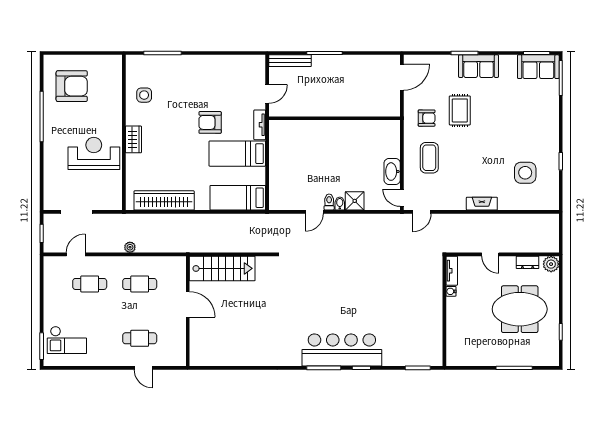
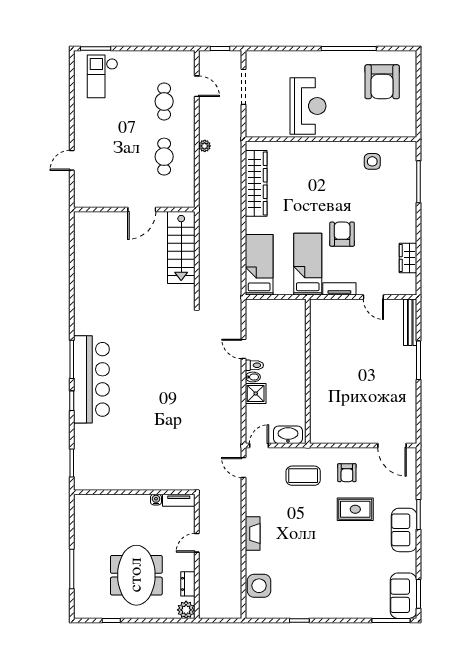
wall: (335, 118) -> (308, 371), moved
wardrobe: (133, 139) -> (408, 258), moved, turned 90
side table: (525, 173) -> (259, 586), moved
cafe table: (140, 338) -> (104, 157), removed

